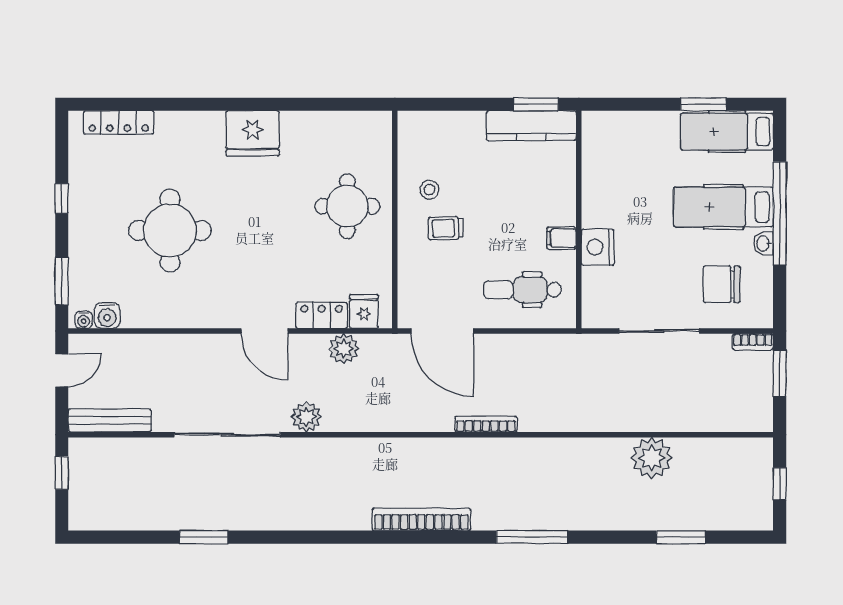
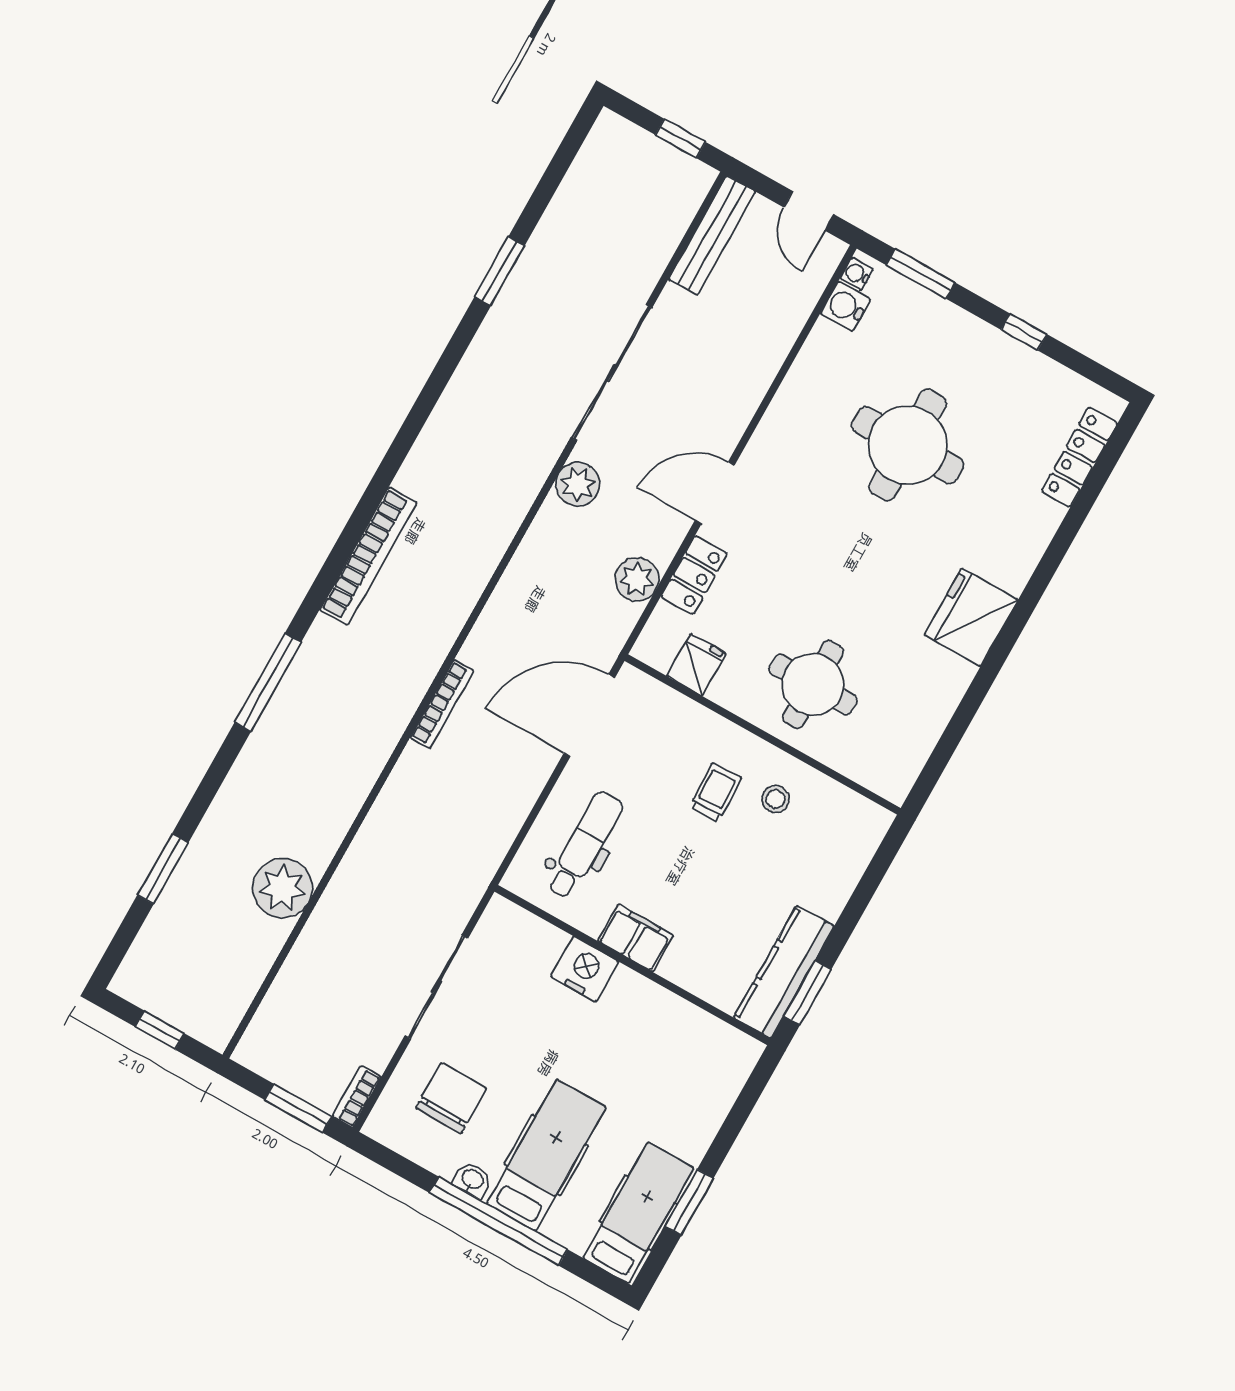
filing cabinet: (561, 238) -> (636, 938), width x2.00
fridge: (364, 311) -> (696, 665), moved, turned -90

